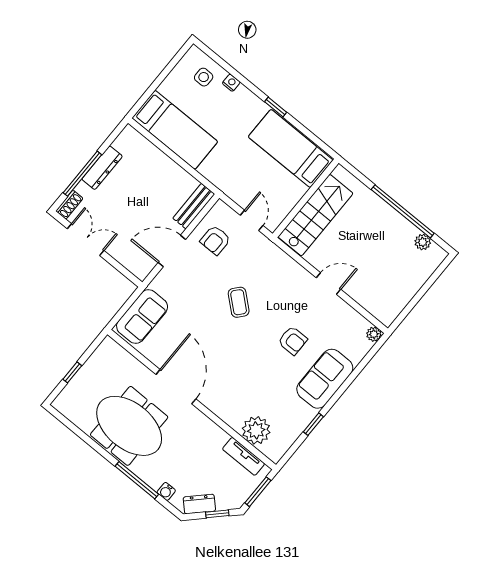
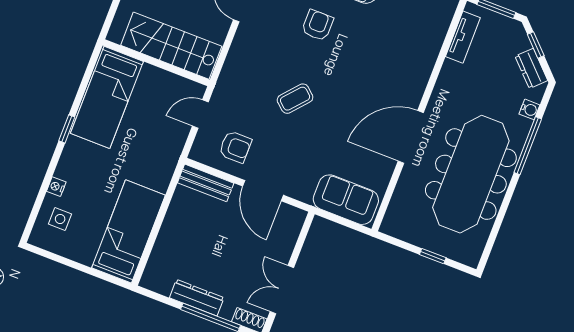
meeting table: (129, 426) -> (471, 174), width x1.36
plant: (256, 430) -> (430, 33), removed

